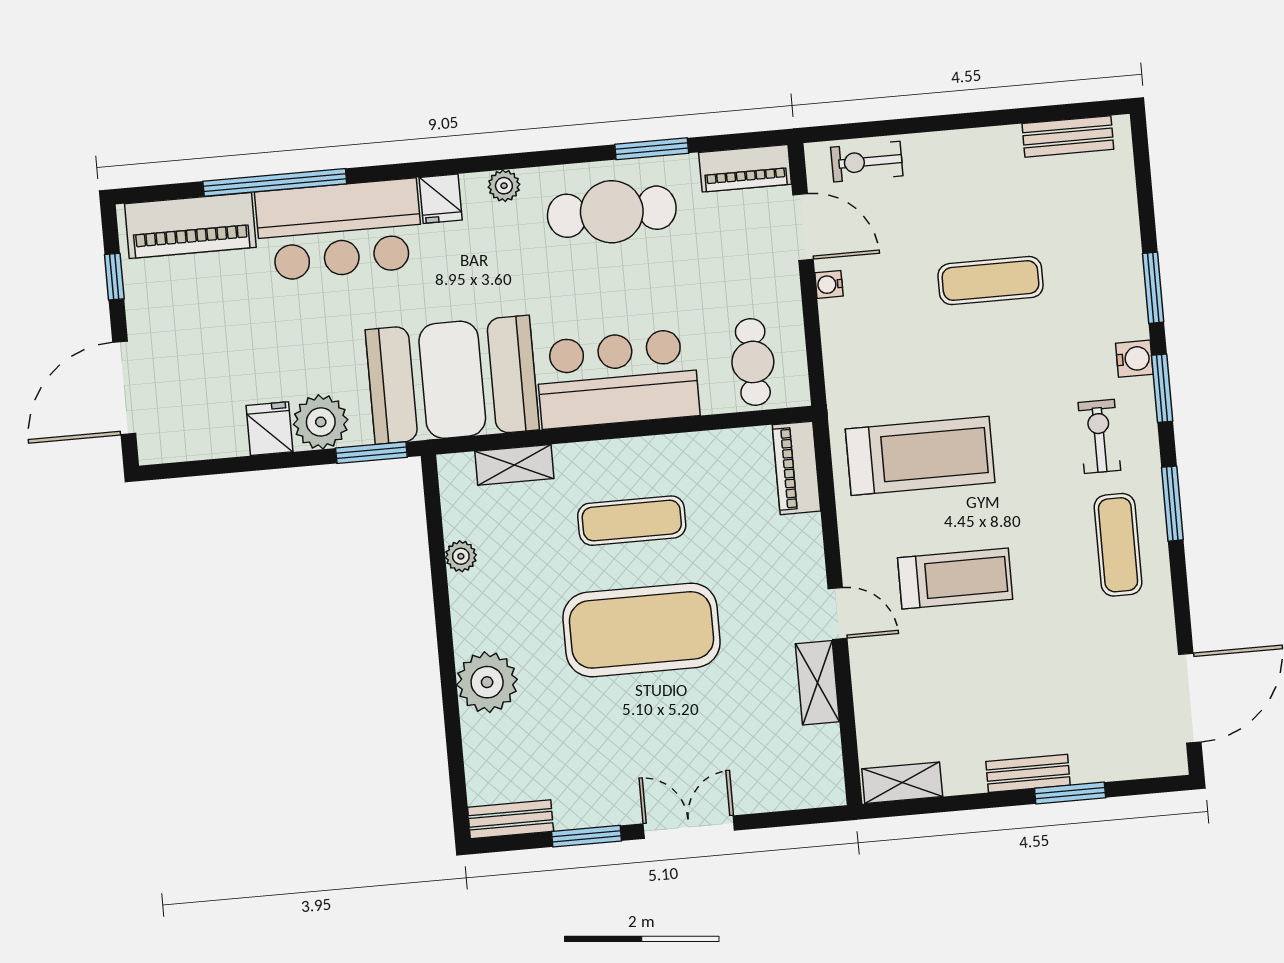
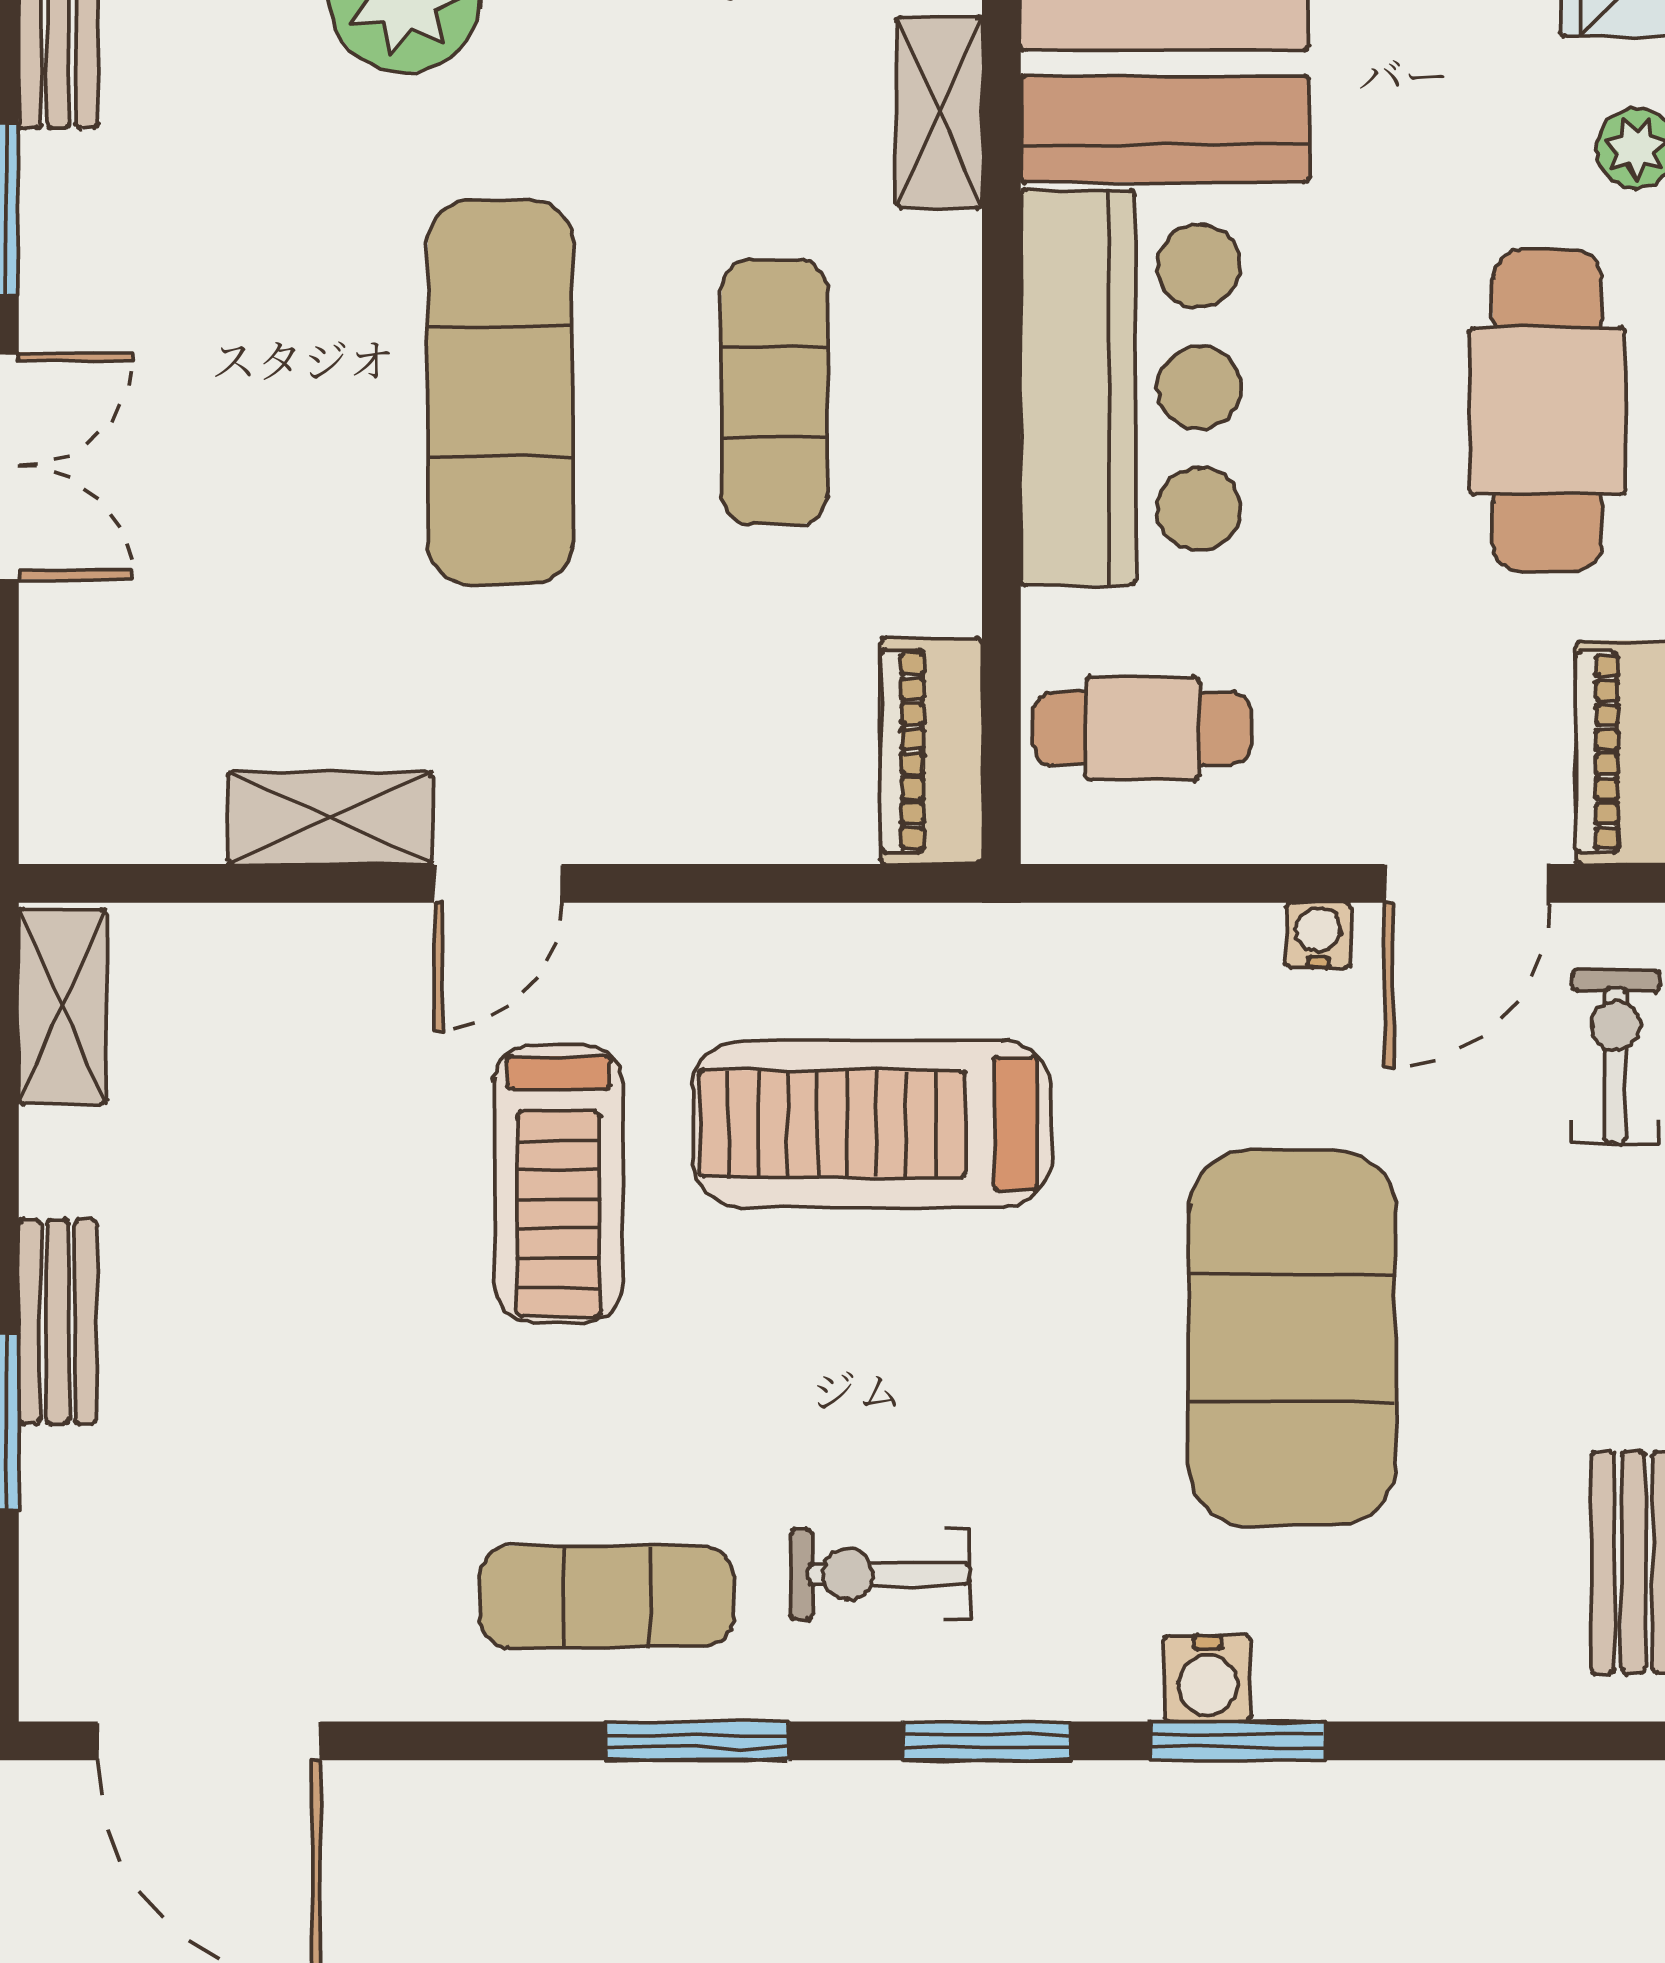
exercise mat: (990, 281) -> (1292, 1338), width x2.00, depth x1.45
water cooler: (1134, 359) -> (1208, 1678), moved
exercise bike: (1099, 436) -> (880, 1574), turned 180
treadmill: (920, 456) -> (872, 1124), turned 90
piano: (796, 468) -> (932, 751), moved, turned -90
exercise mat: (642, 630) -> (500, 392), width x0.68

